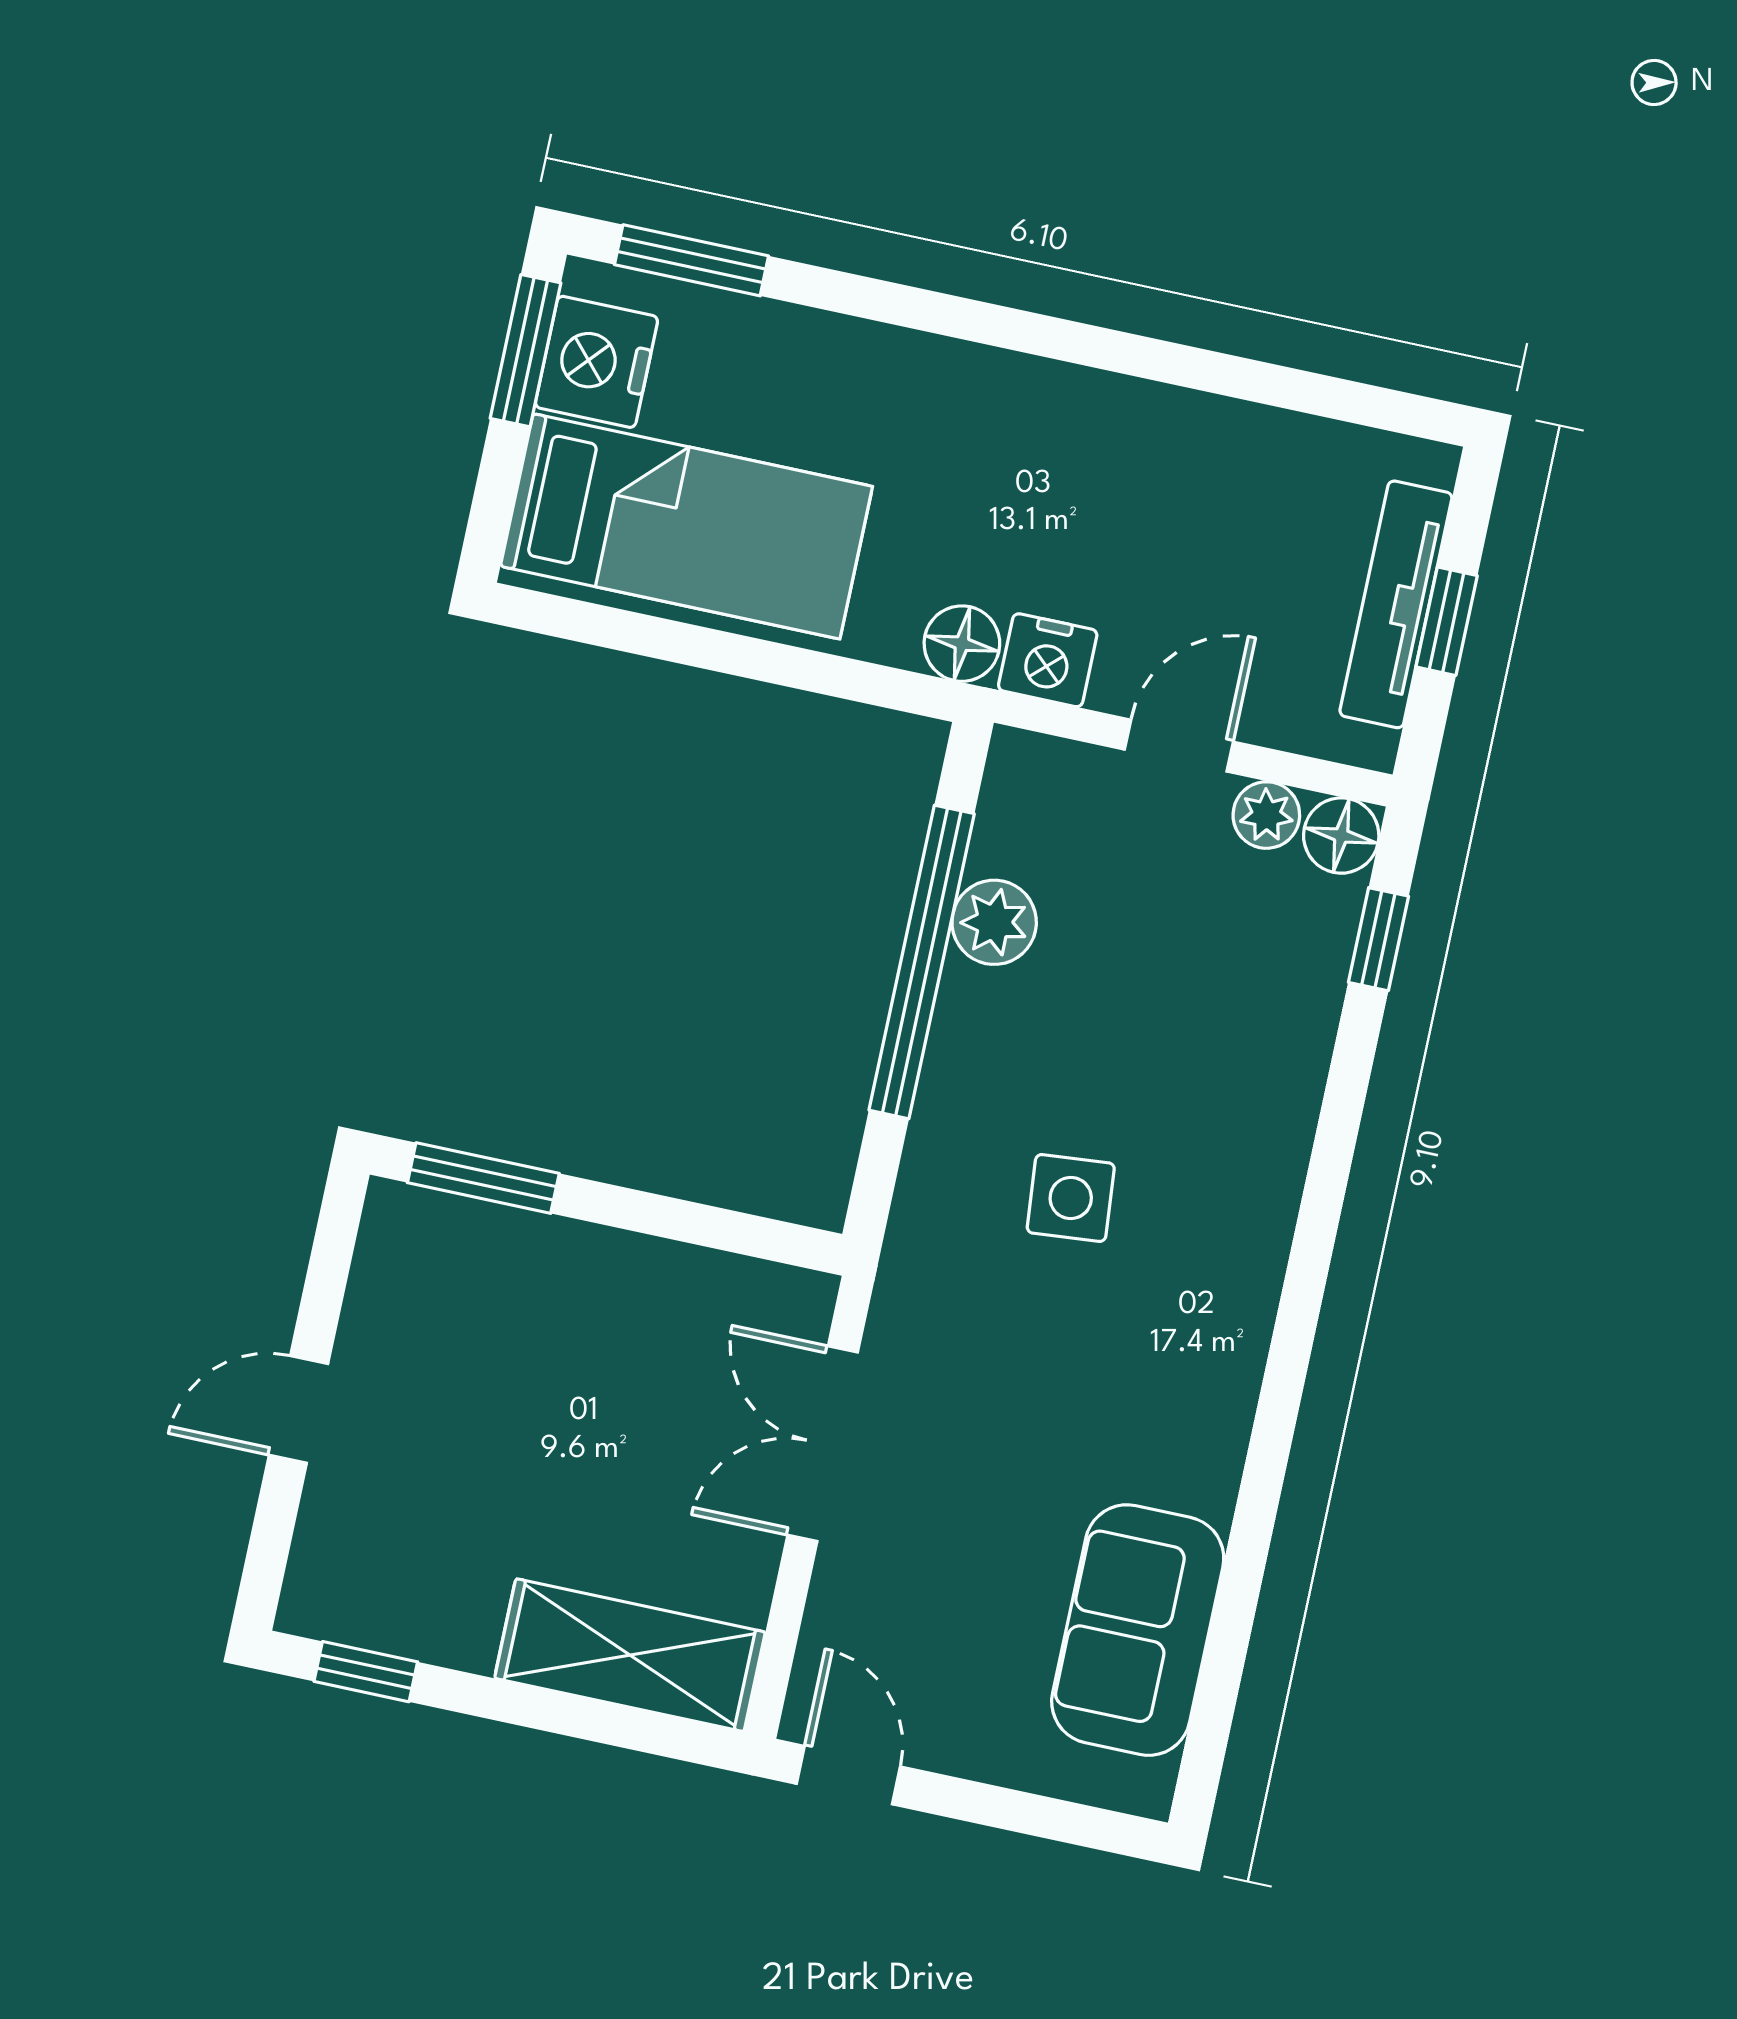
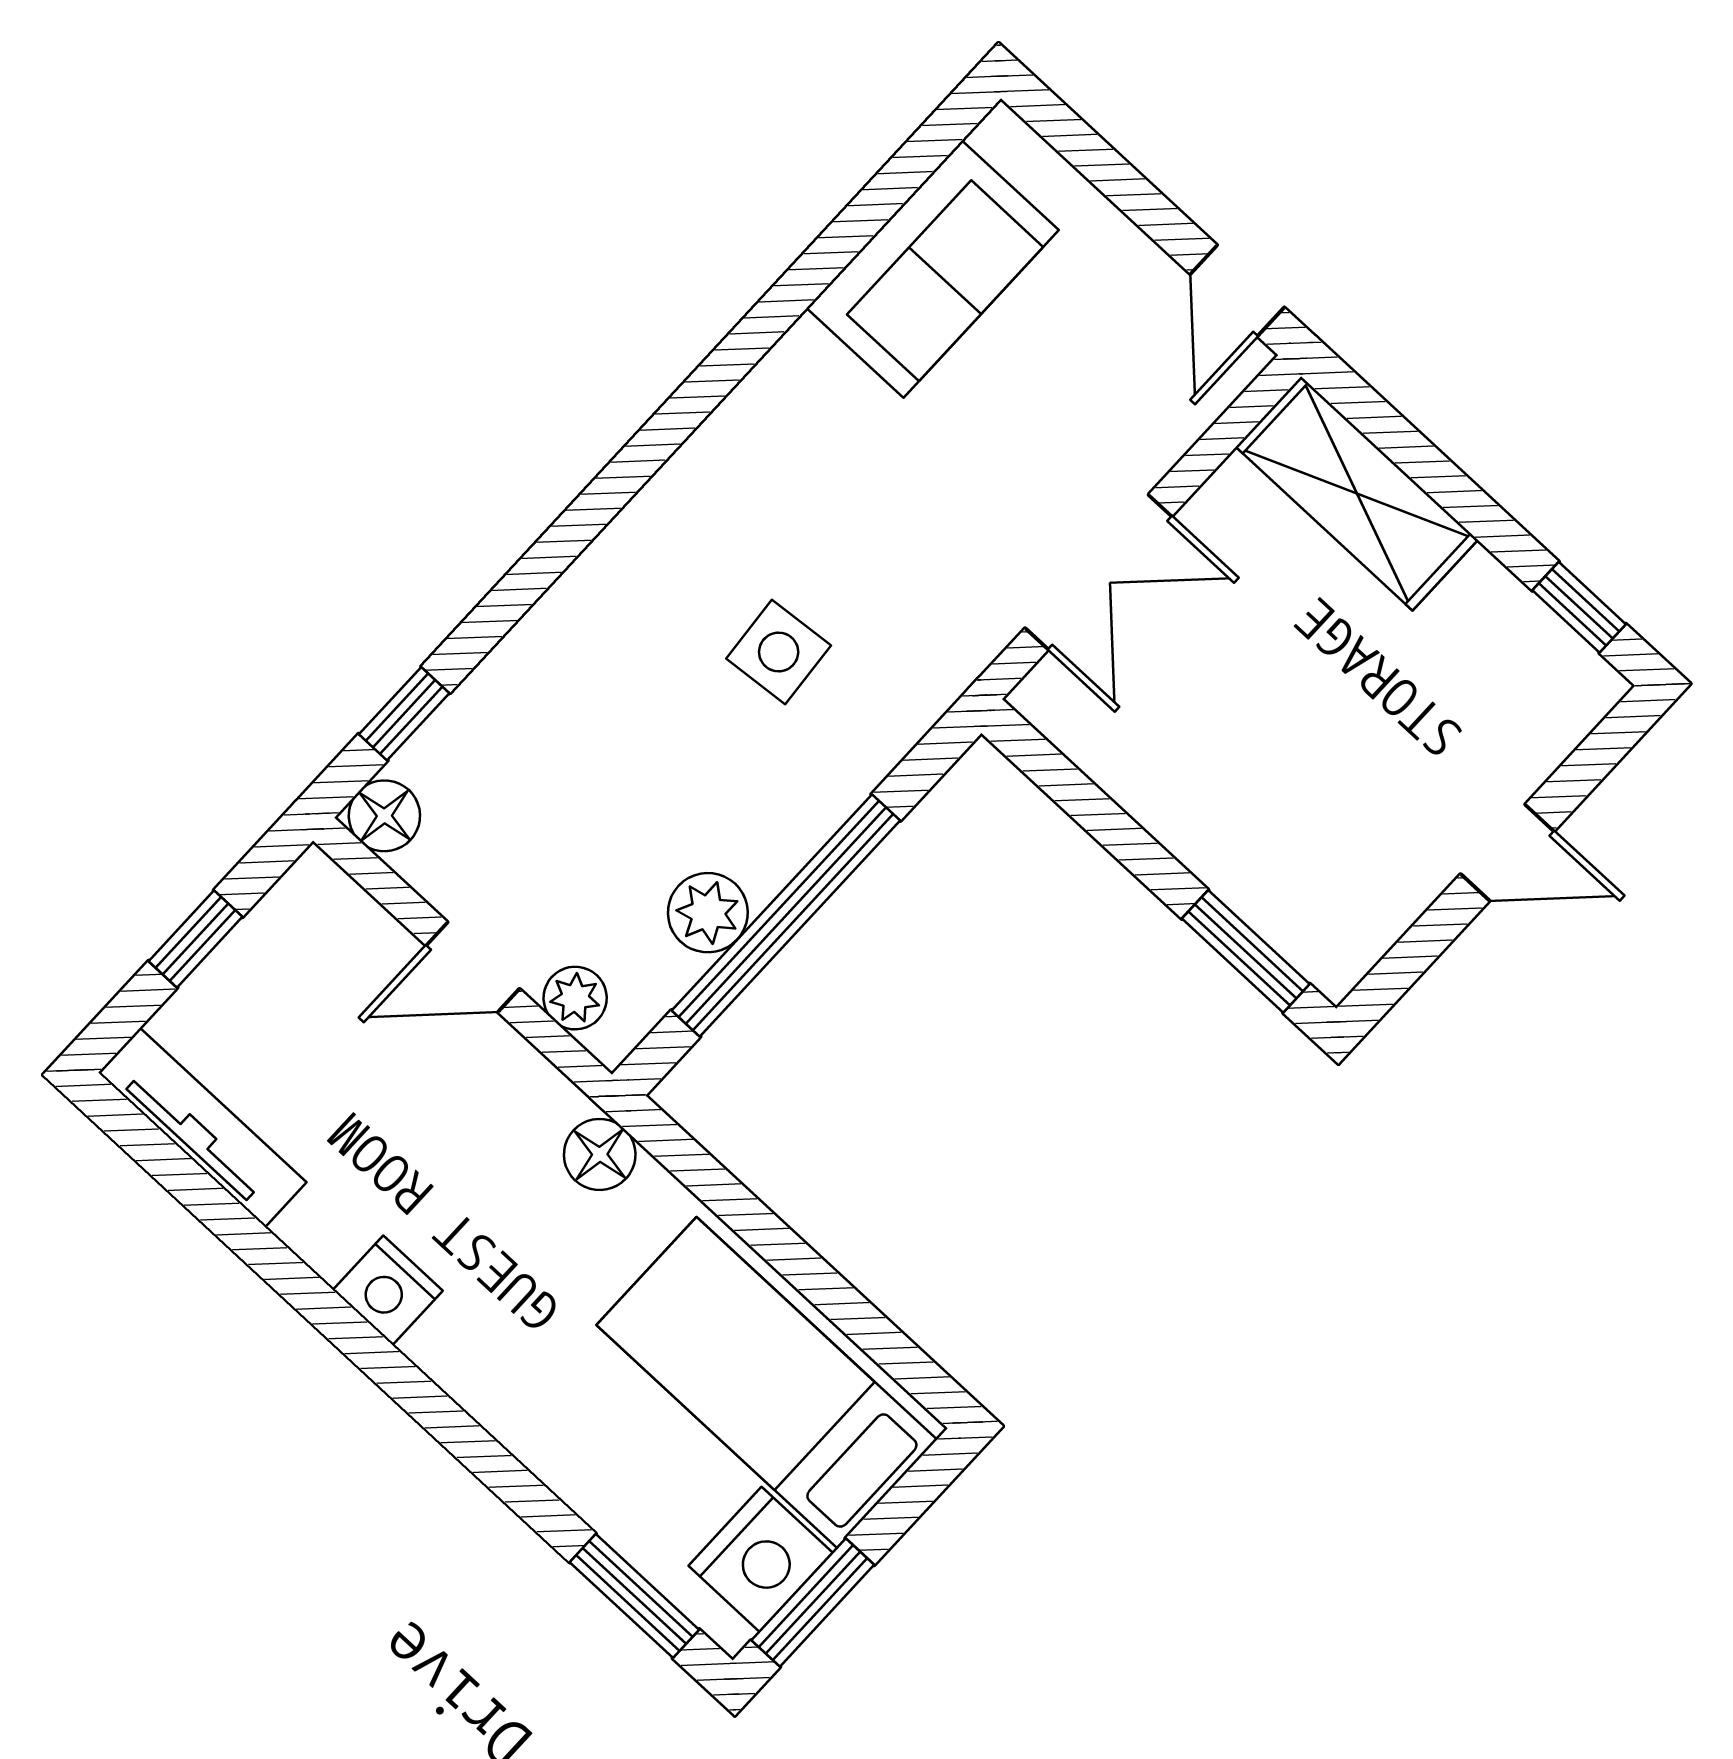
tv unit: (1396, 604) -> (202, 1127), moved, turned -90
nightstand: (1048, 660) -> (388, 1290), moved, turned 180
plant: (1266, 815) -> (575, 998), moved

